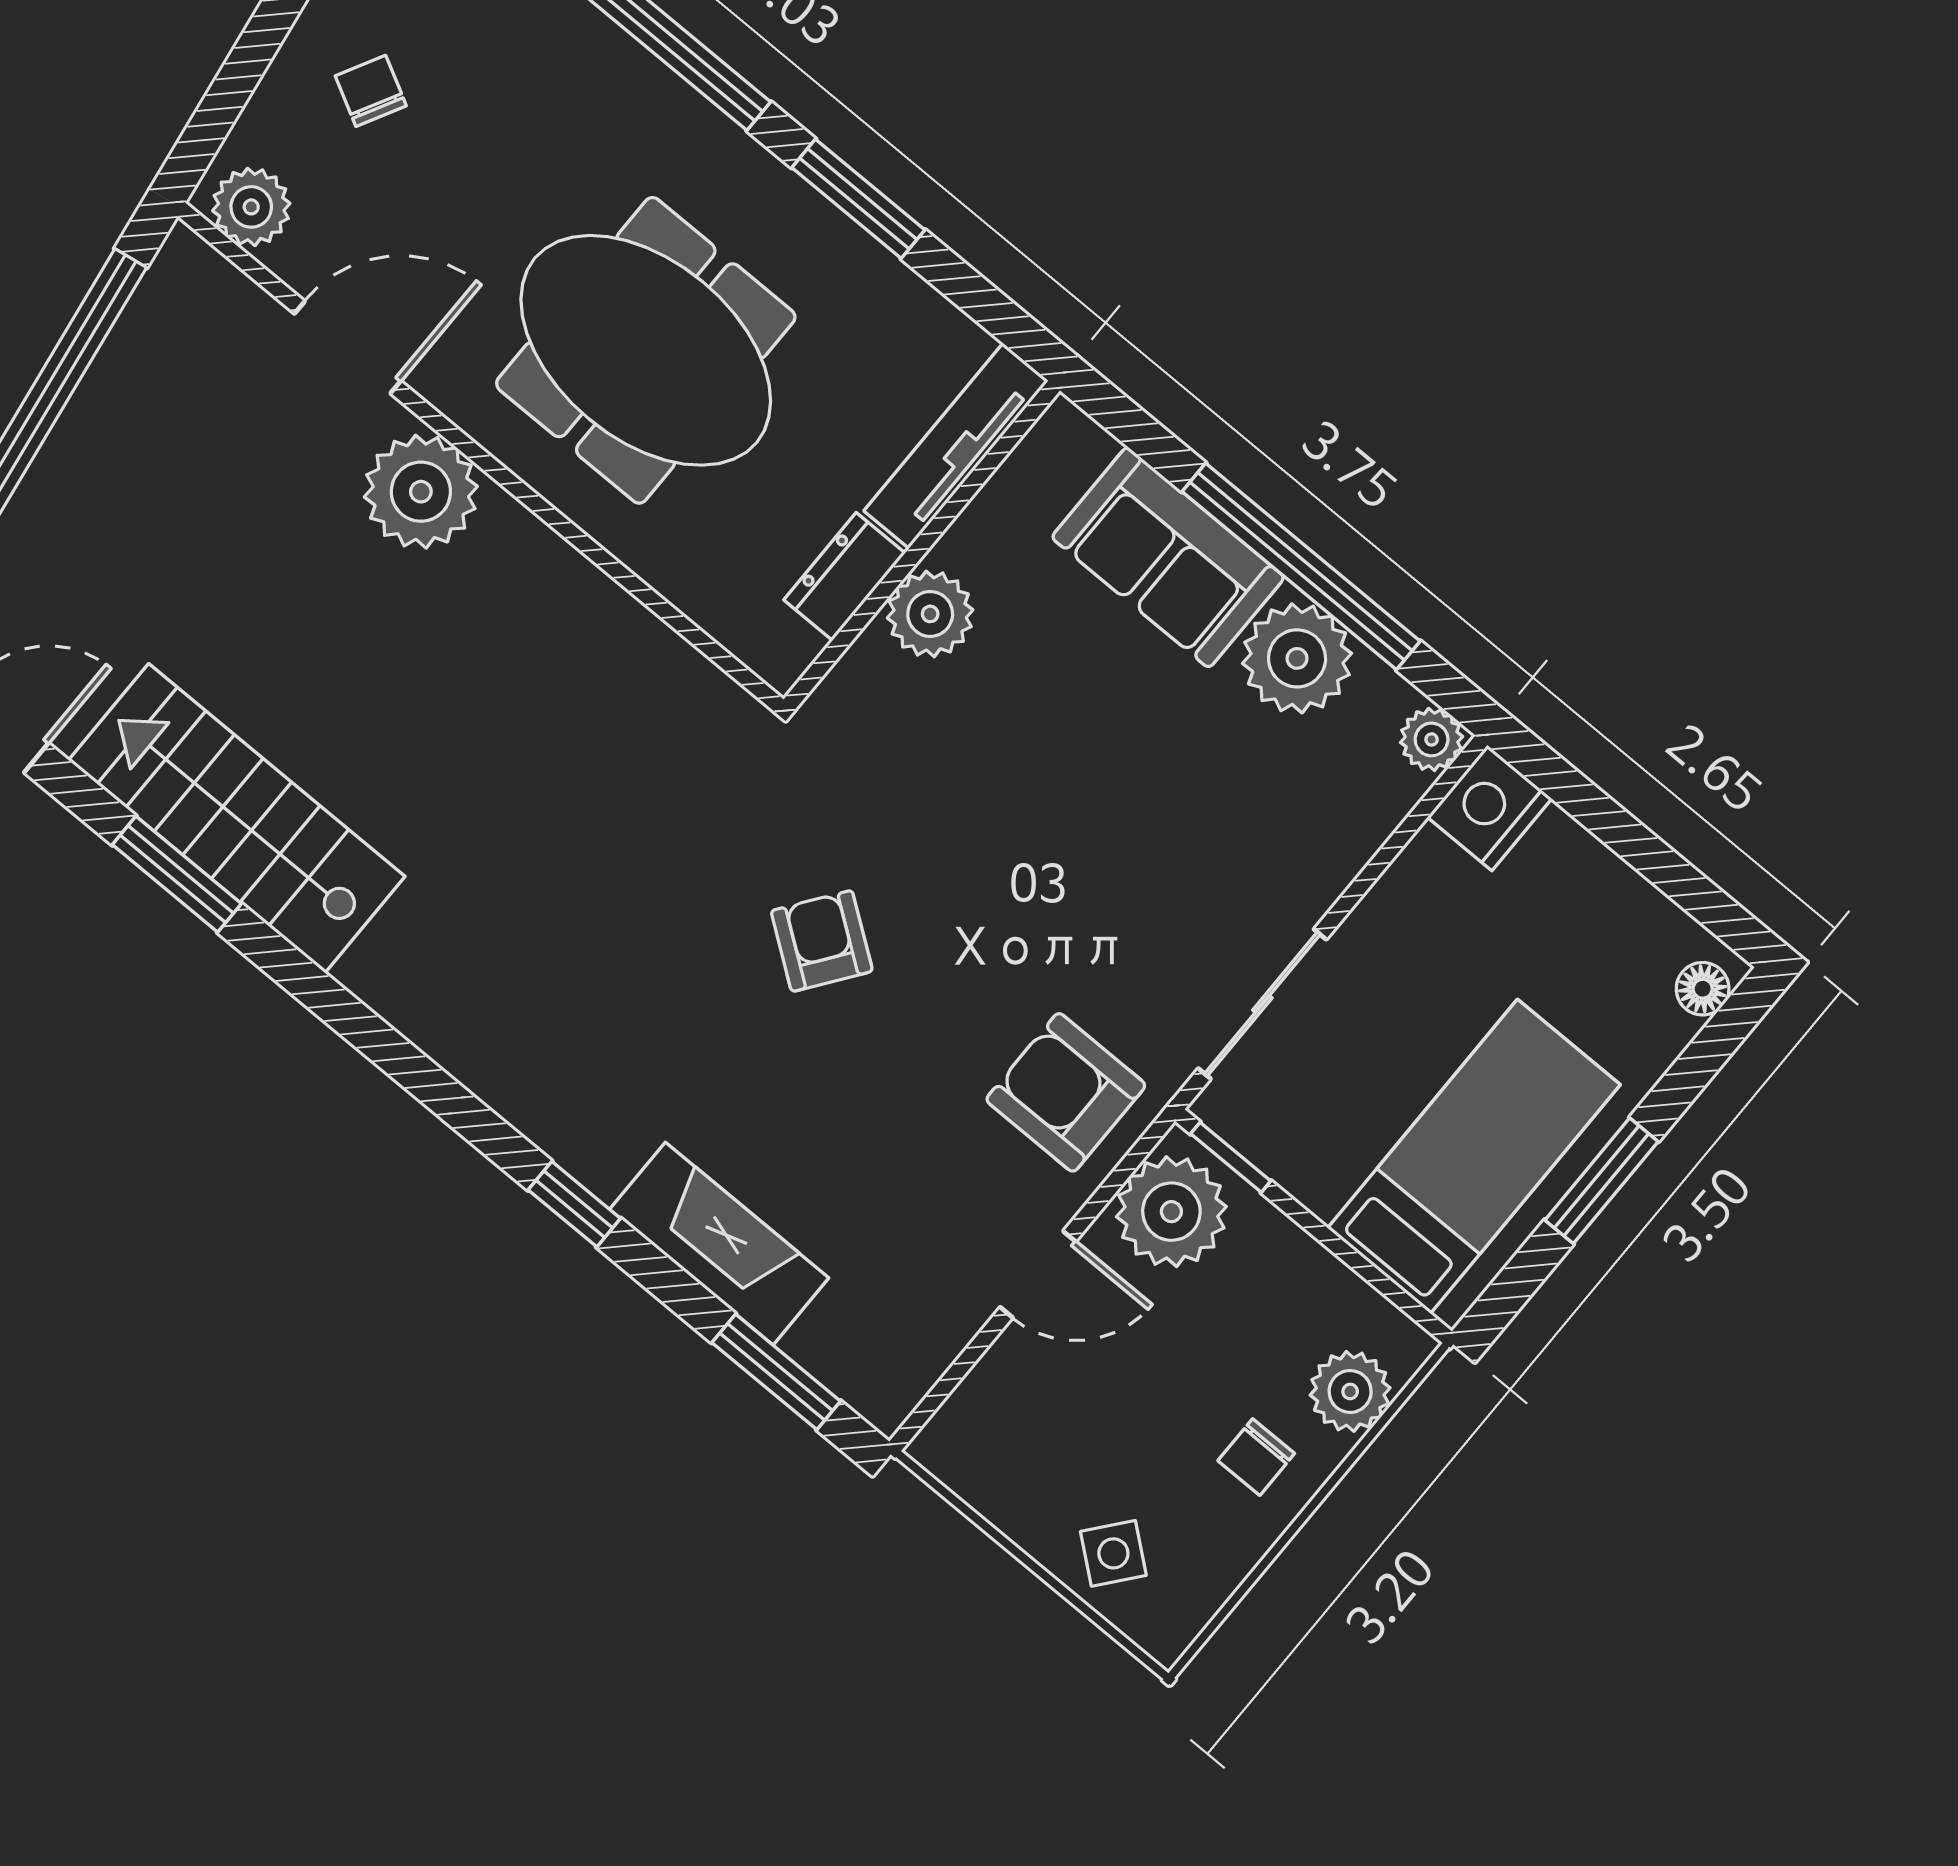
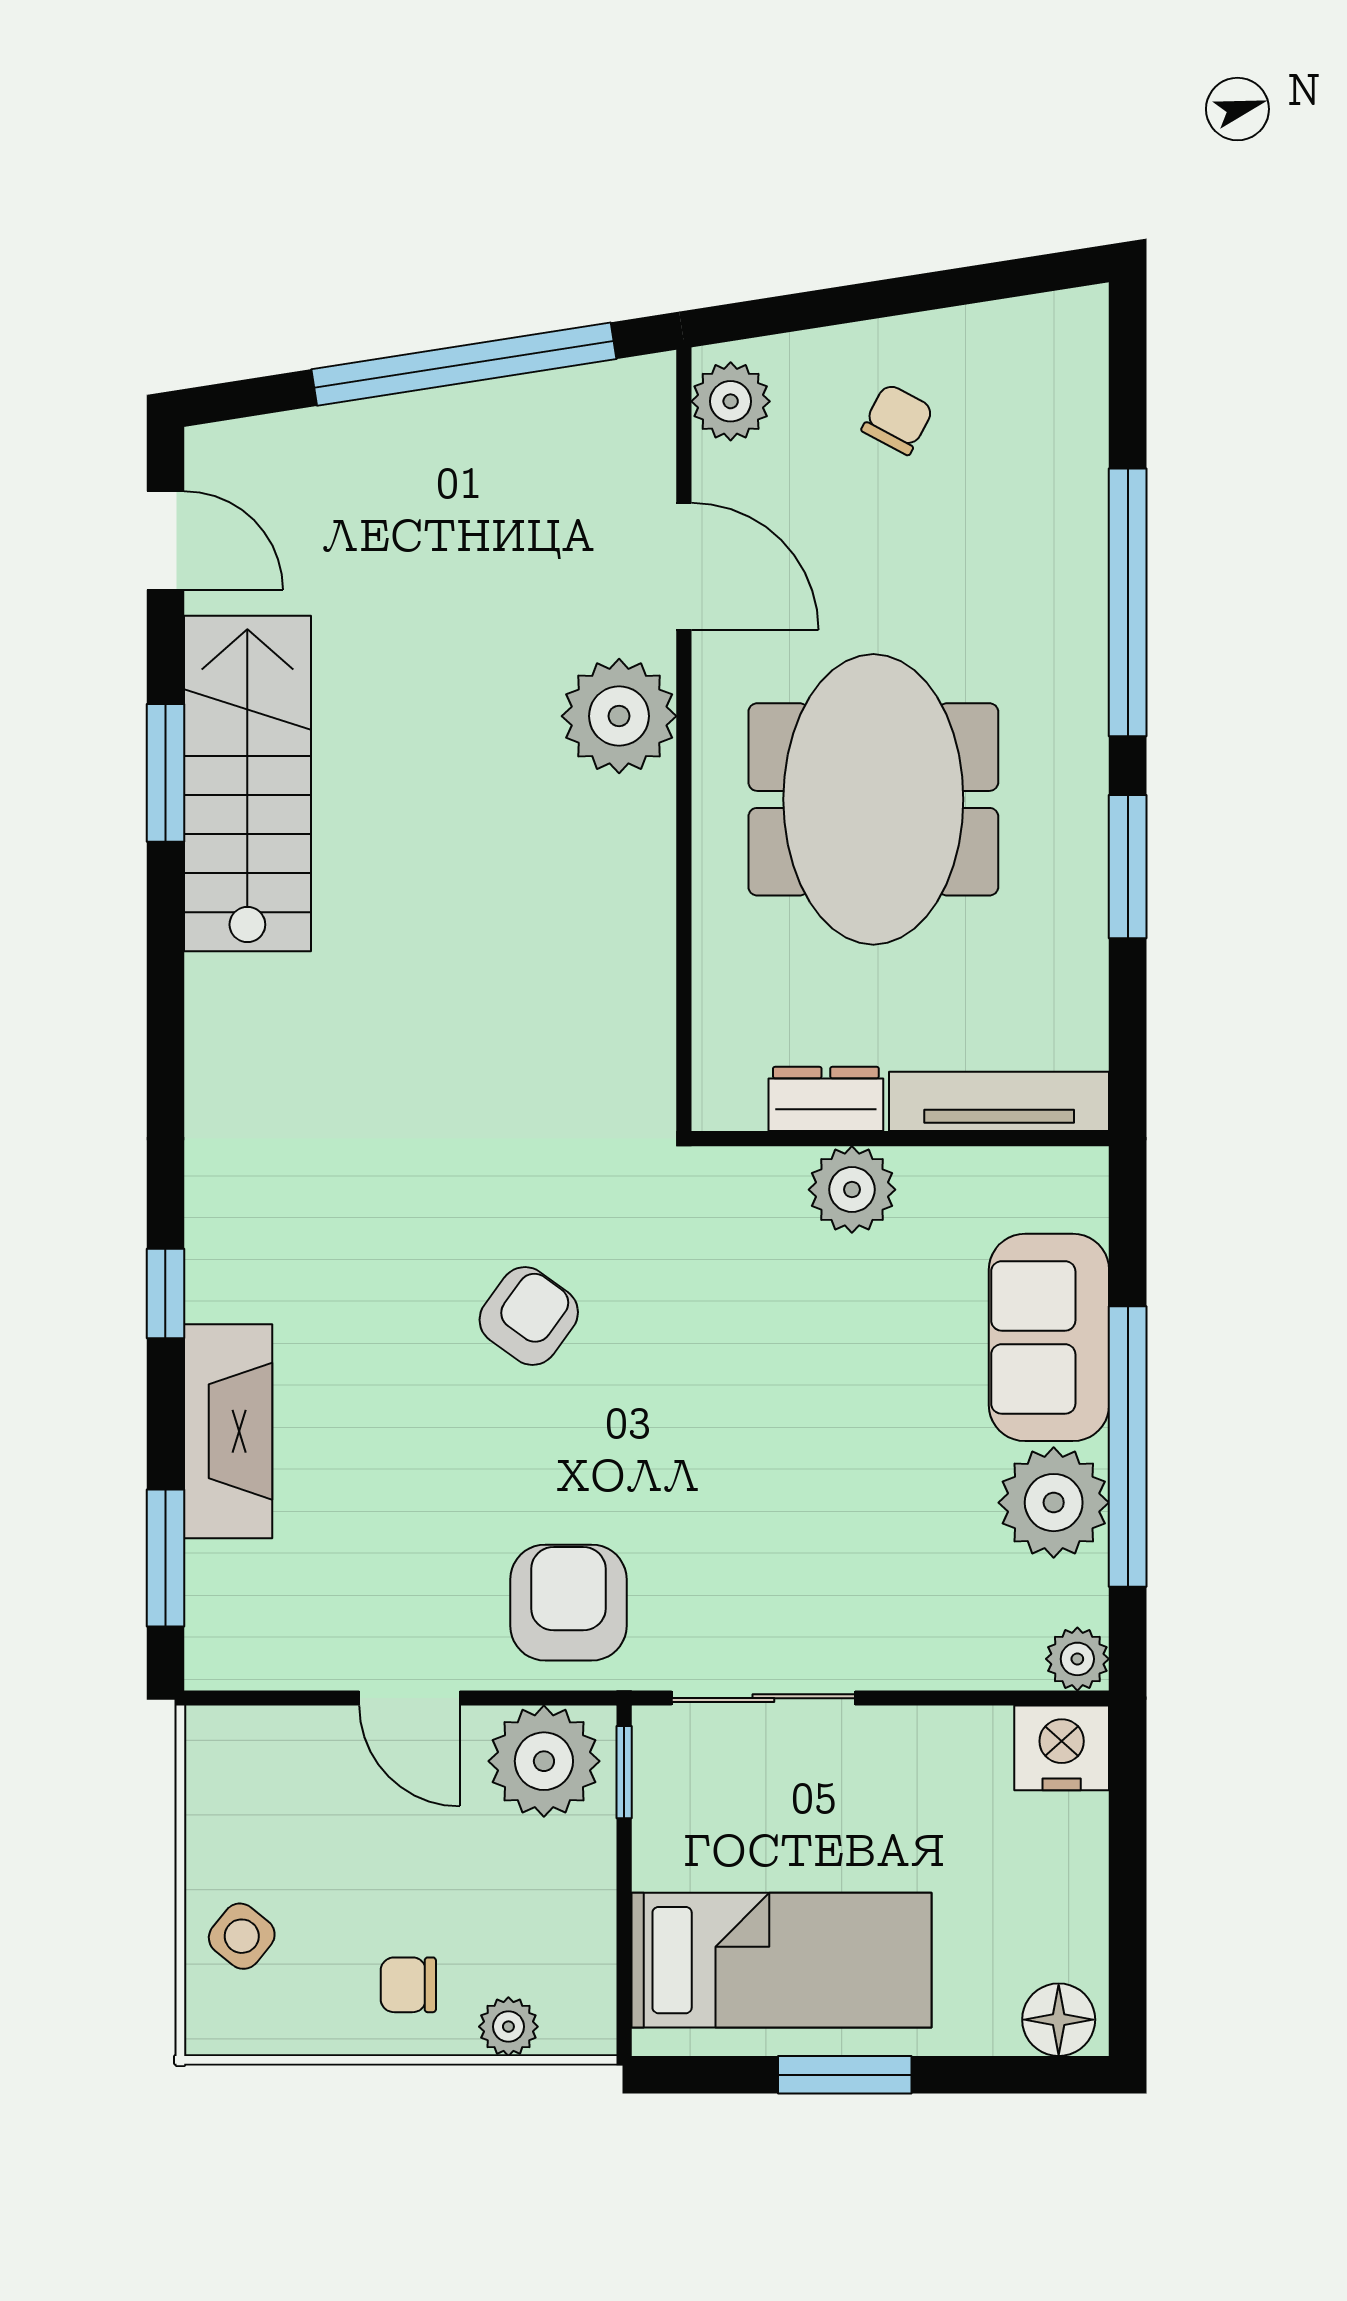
floor lamp: (1703, 989) -> (1059, 2020), width x1.37, depth x1.37
plant: (1350, 1391) -> (508, 2027), width x0.73, depth x0.73

